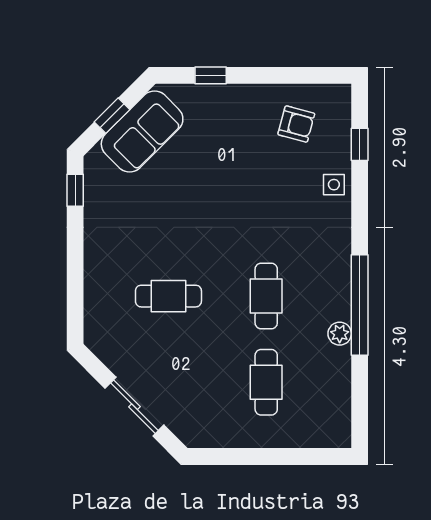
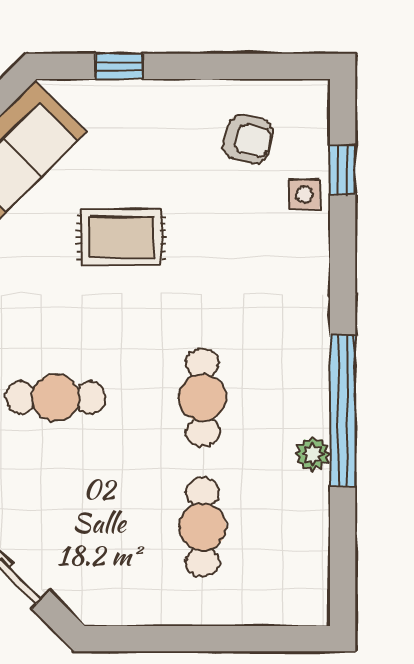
side table: (334, 185) -> (304, 194), moved
rug: (212, 189) -> (121, 237), added

